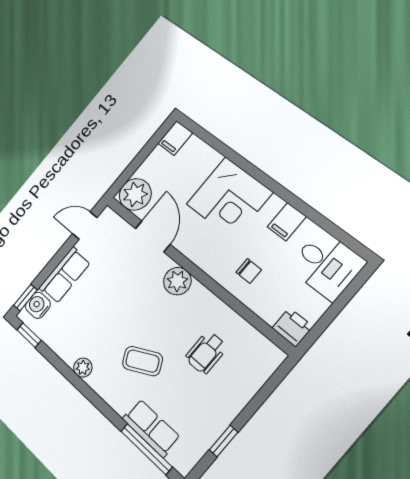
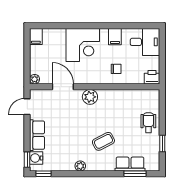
plant: (135, 194) -> (35, 79), width x0.53, depth x0.53
wheelchair: (206, 353) -> (148, 123), moved, turned 180
window: (146, 449) -> (135, 174), width x0.69

